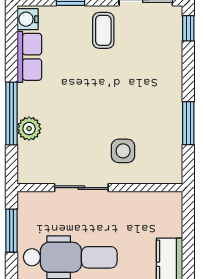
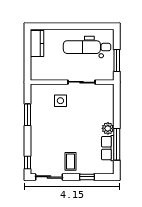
water cooler: (28, 19) -> (109, 167), removed
window: (12, 113) -> (117, 144), moved
plant: (29, 129) -> (108, 128), moved

